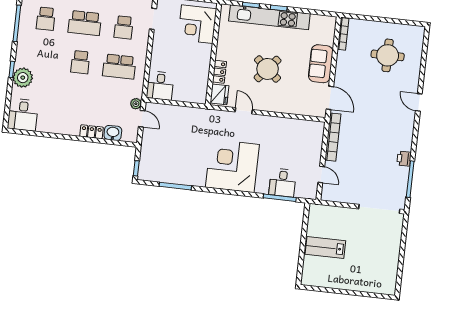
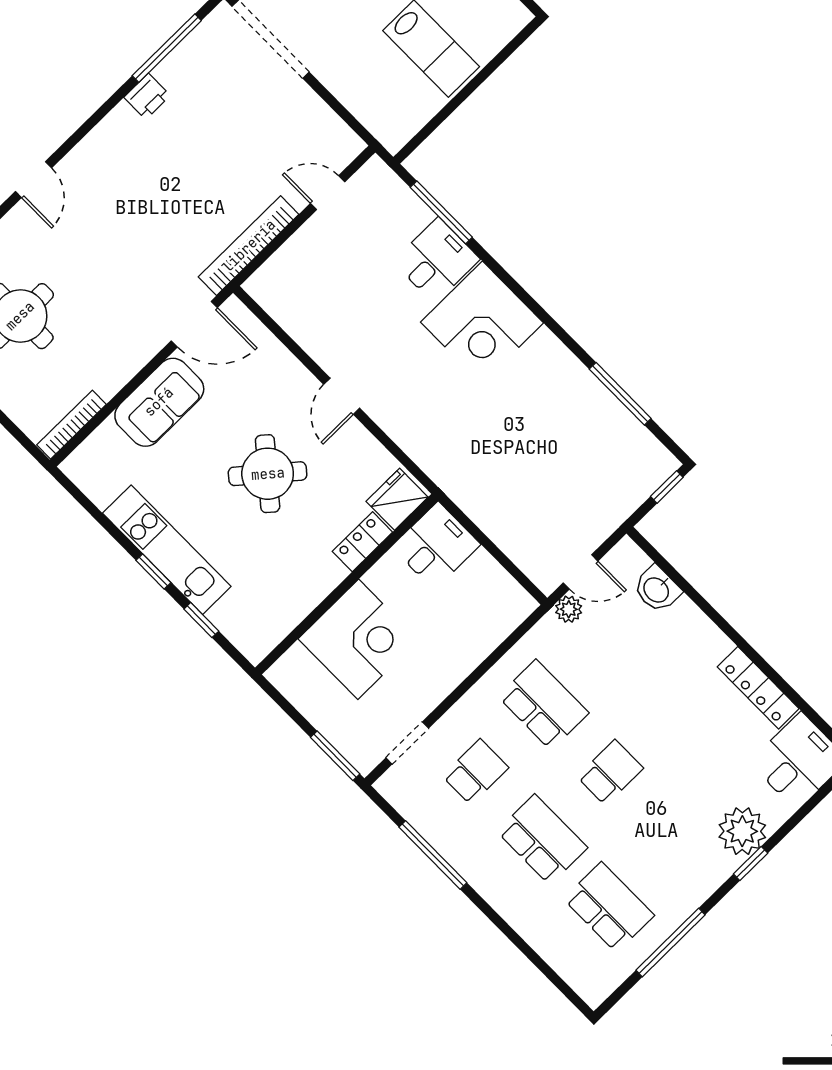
kitchen unit: (269, 17) -> (167, 550), width x0.73
school desk: (46, 19) -> (609, 907), width x1.85
corner desk: (197, 24) -> (358, 639), moved
desk: (160, 86) -> (436, 546), moved
door: (330, 98) -> (194, 324), swing flipped
door: (244, 111) -> (342, 396), moved
door: (142, 119) -> (581, 572), swing flipped
locker: (91, 132) -> (758, 688), moved, width x1.53
corner desk: (232, 166) -> (482, 322), width x0.74, depth x0.74
door: (321, 175) -> (328, 193), hinge flipped
desk: (283, 183) -> (436, 260), moved

